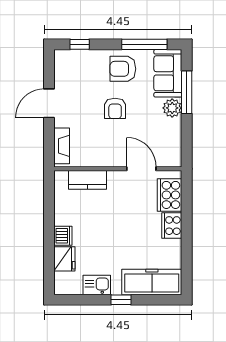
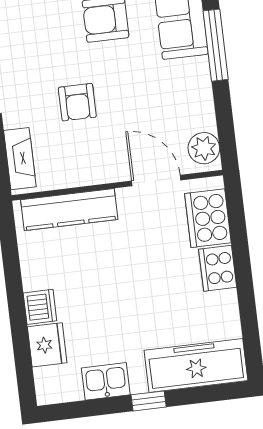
armchair: (115, 108) -> (77, 102), moved
plant: (172, 108) -> (204, 148), moved
kitchen counter: (87, 180) -> (69, 210), width x1.50

